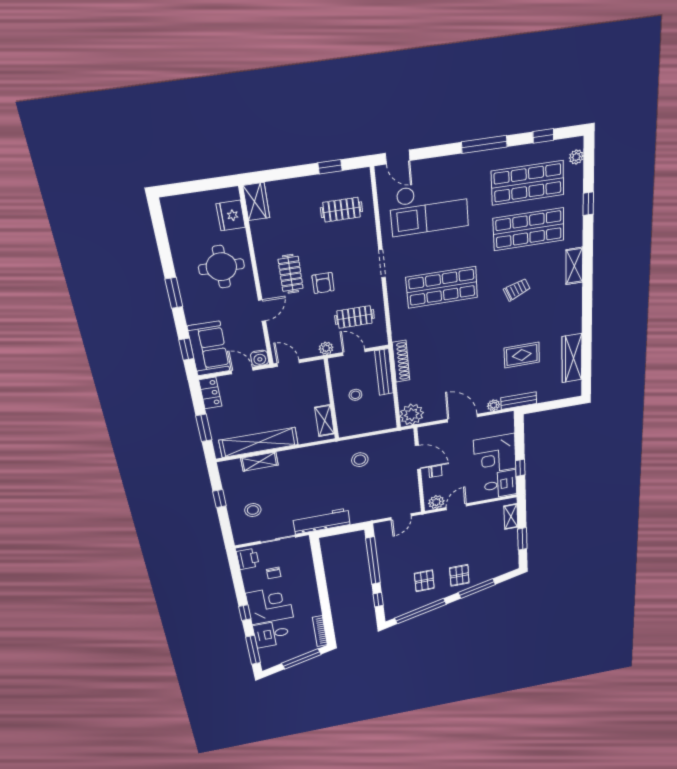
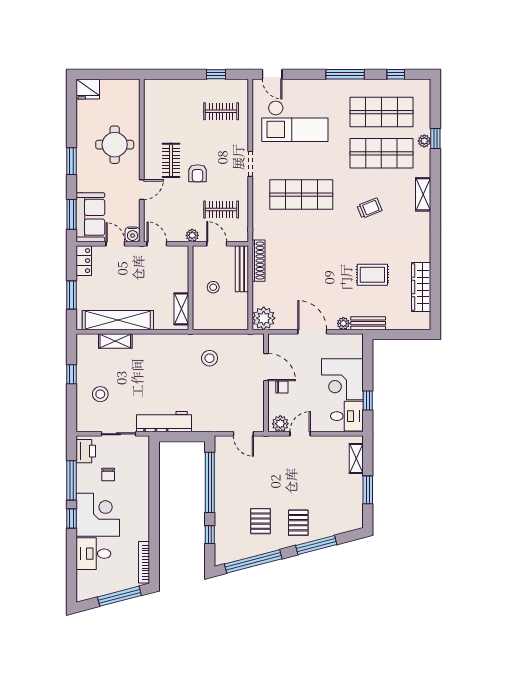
plant: (576, 157) -> (424, 141), moved
wardrobe: (256, 202) -> (152, 94), removed
fridge: (231, 216) -> (88, 89), moved, turned -90
window: (186, 349) -> (71, 214), width x1.50
door: (401, 517) -> (243, 434), hinge flipped
window: (253, 650) -> (71, 480), moved

